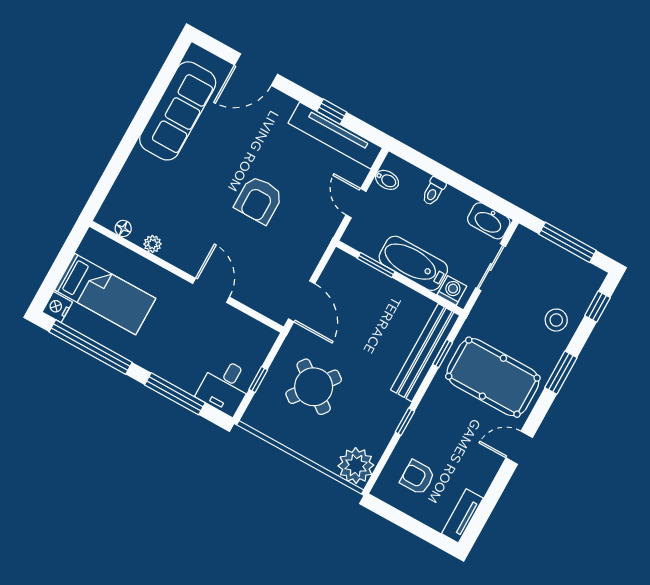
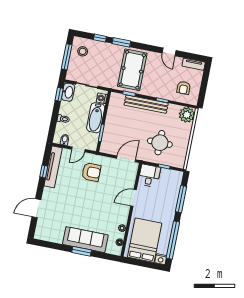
door: (256, 70) -> (36, 208), swing flipped
sofa: (178, 111) -> (85, 240), moved
window: (130, 139) -> (82, 251), added
window: (490, 199) -> (59, 94), added
armchair: (259, 200) -> (91, 172), moved
bed: (105, 294) -> (145, 240), width x1.50
window: (597, 307) -> (100, 38), moved
stool: (556, 320) -> (83, 51), moved
bench: (425, 353) -> (146, 104), moved
desk: (225, 386) -> (149, 176), moved, turned -90
round table: (314, 387) -> (160, 143), turned -37
door: (519, 448) -> (169, 52), moved

